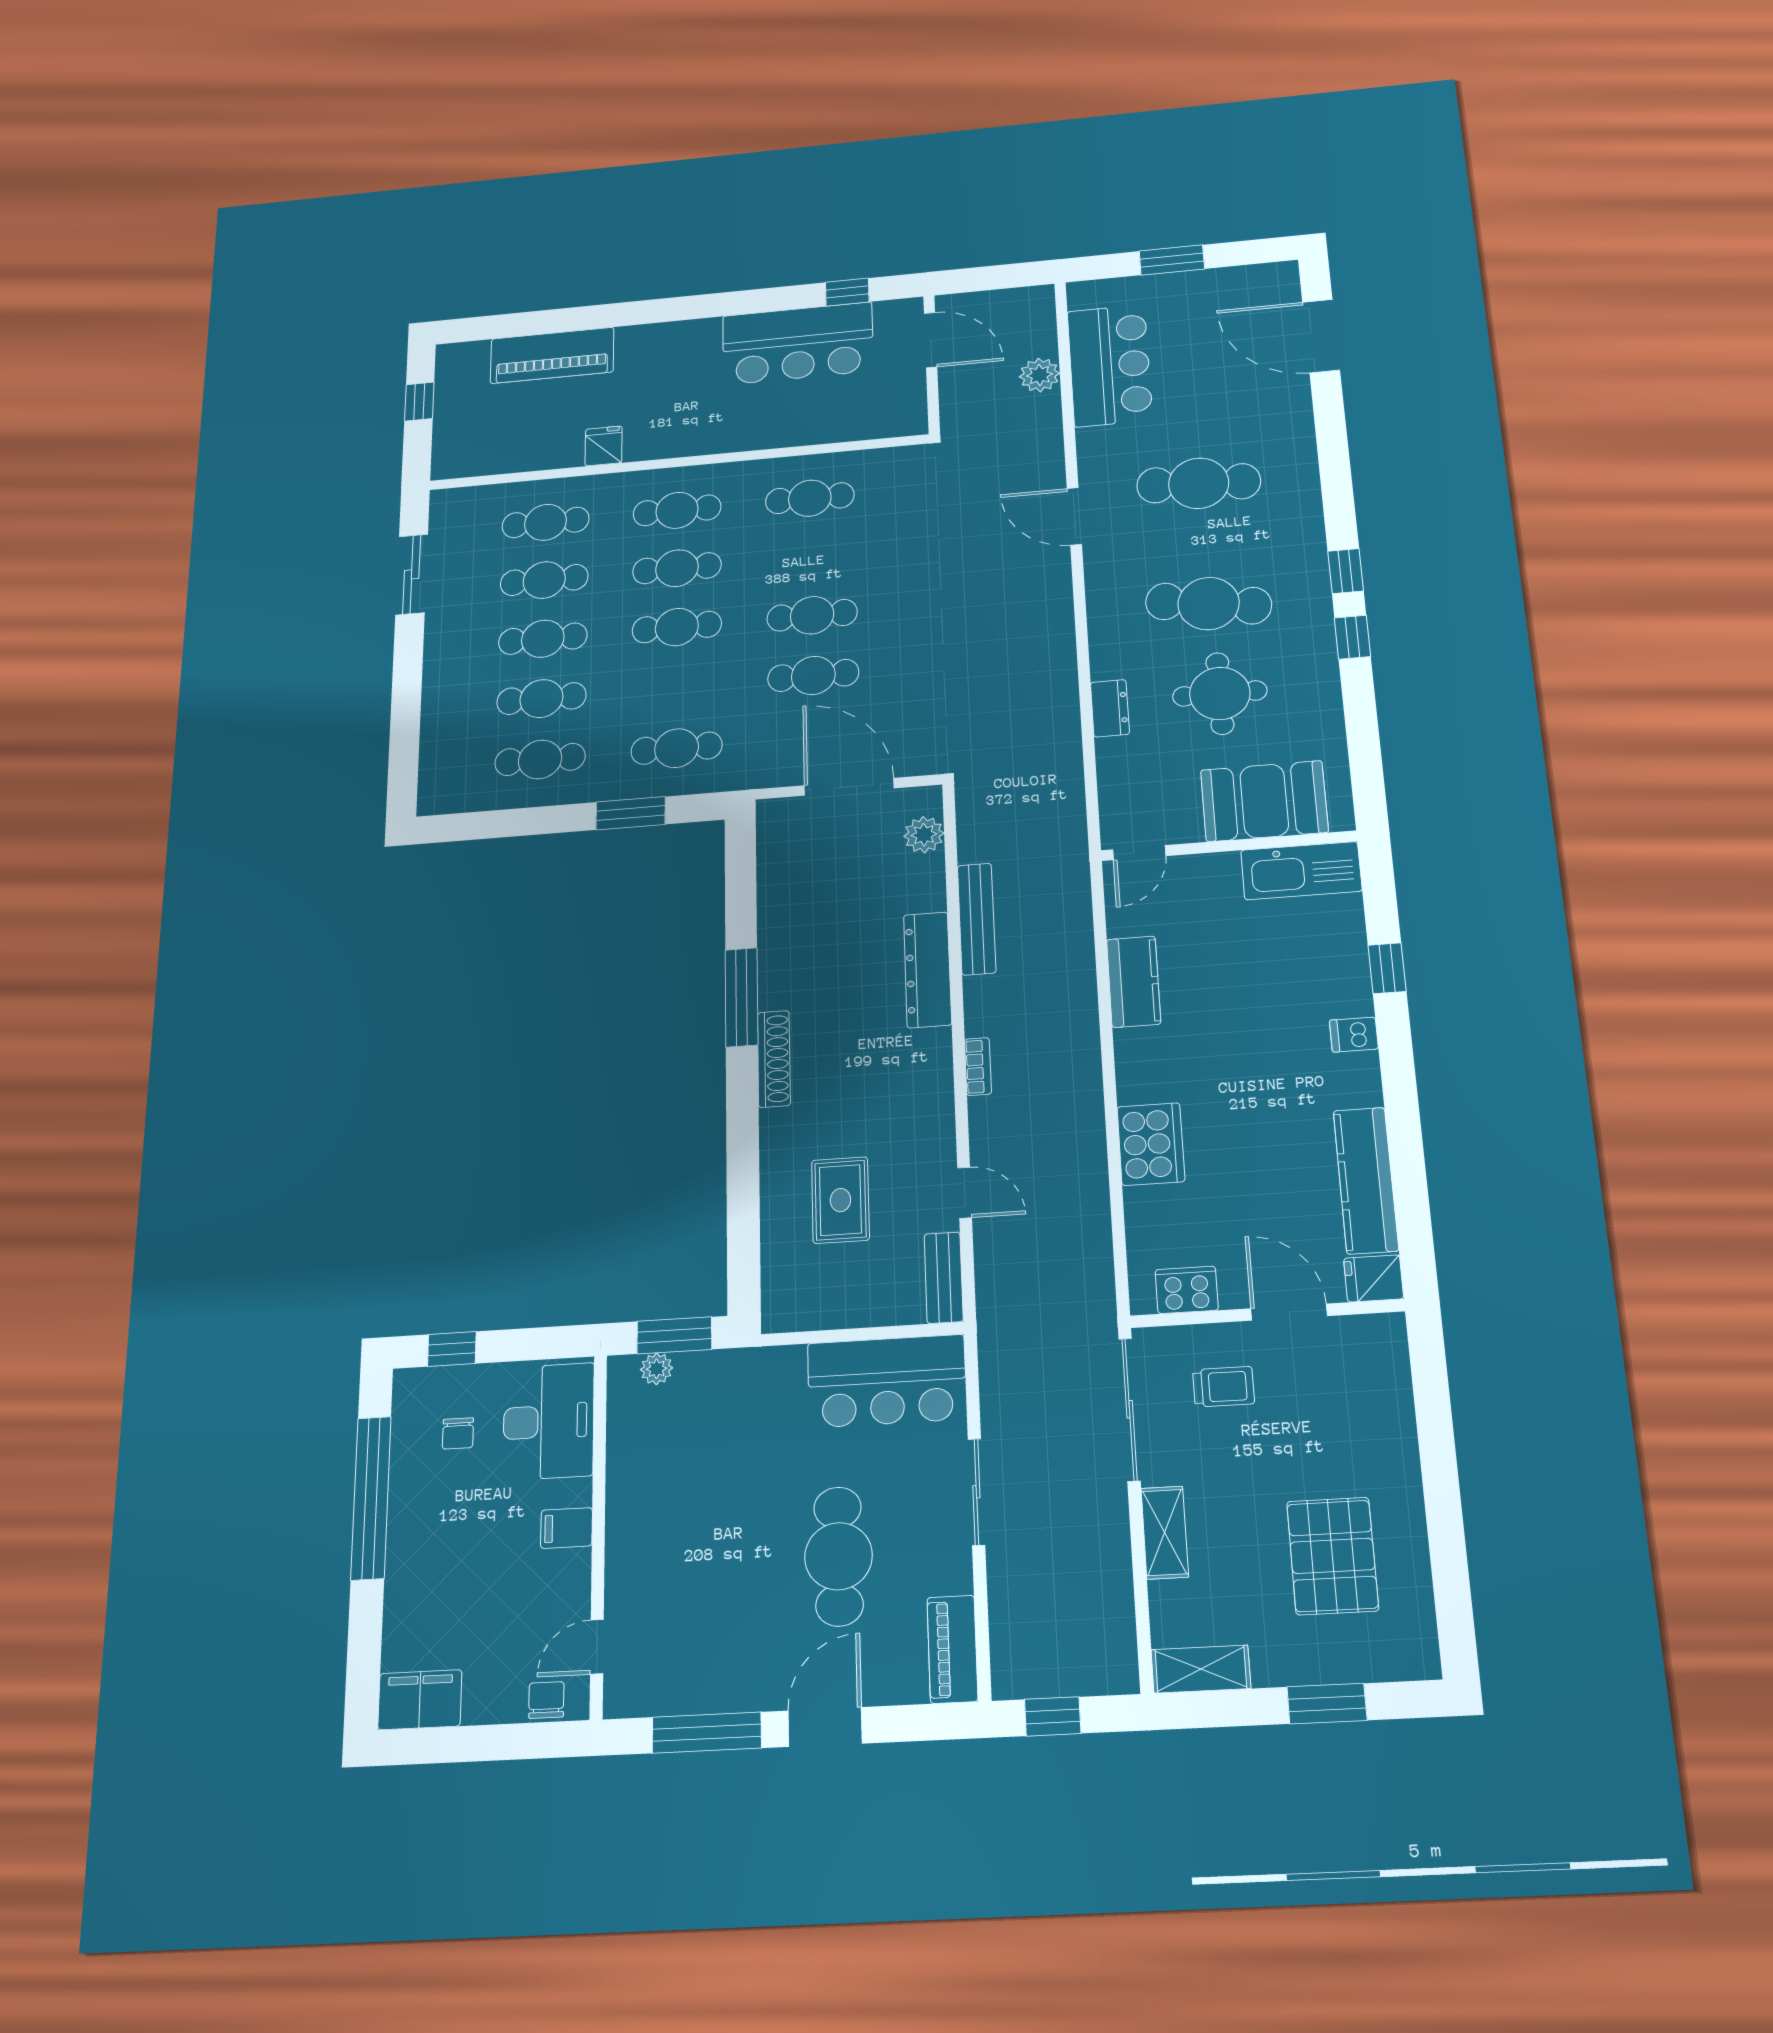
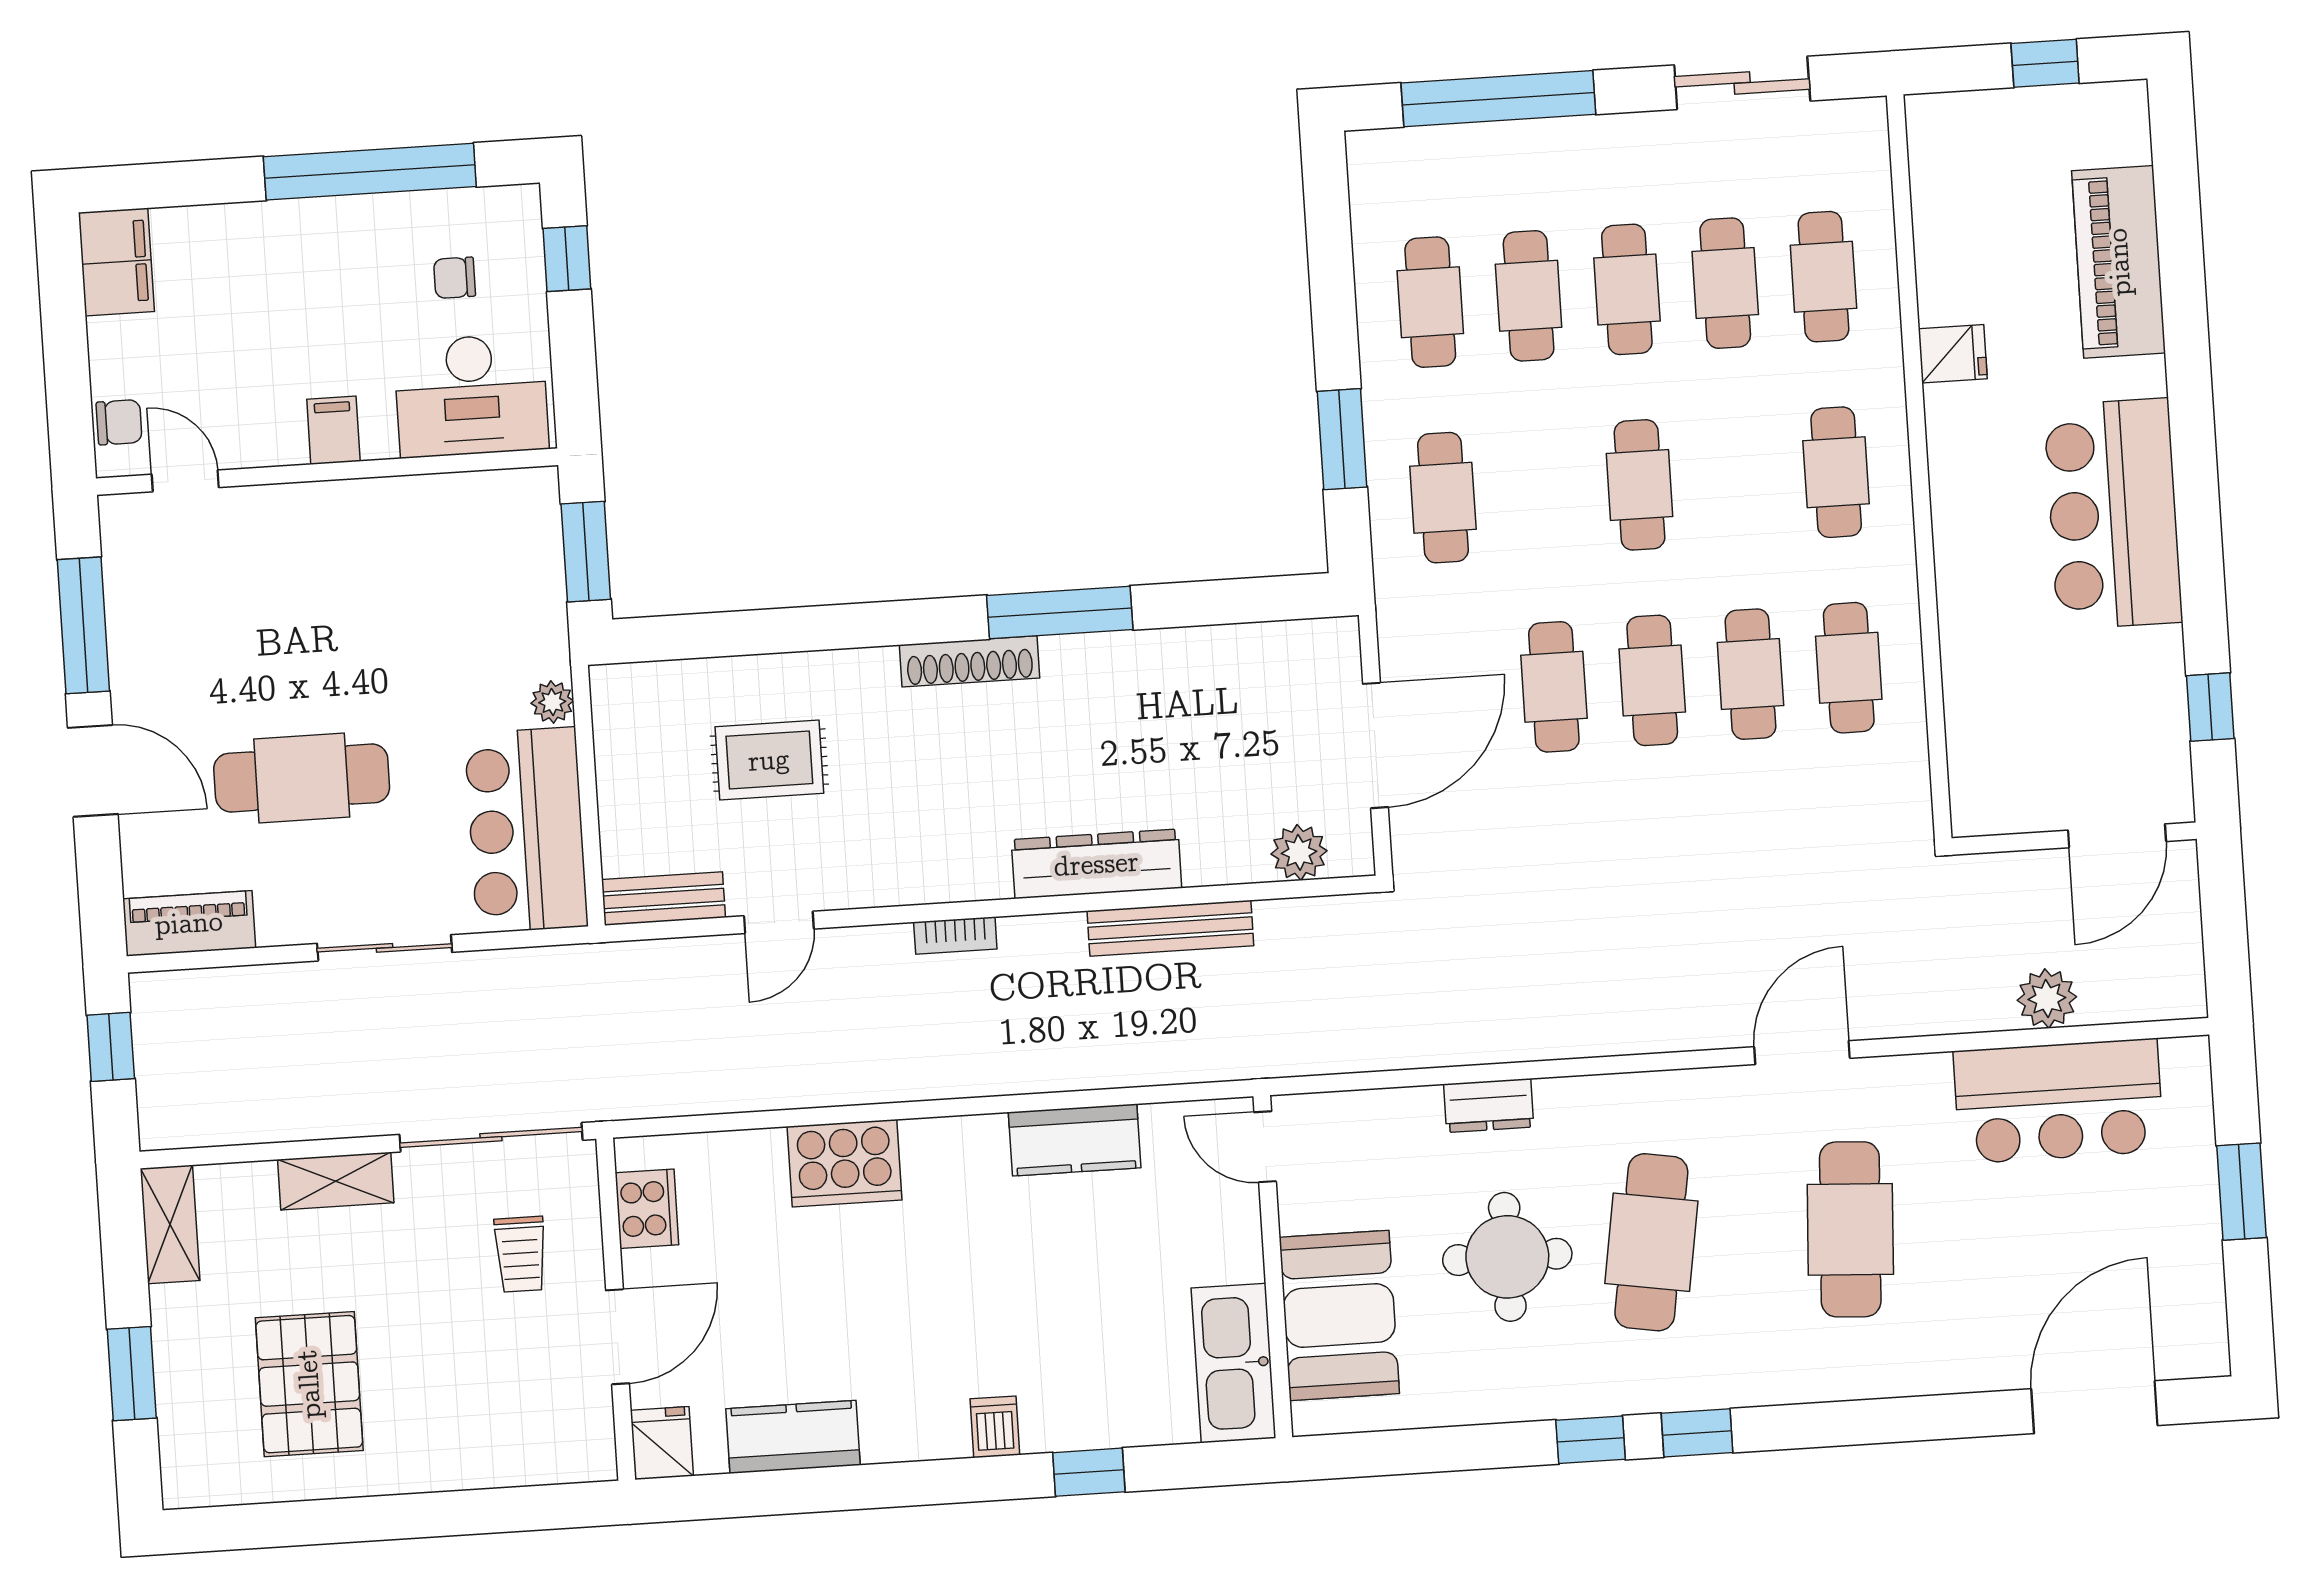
bar counter: (798, 343) -> (2113, 514), moved
cafe table: (677, 568) -> (1750, 674), moved
window: (405, 721) -> (1498, 99), added
kitchen counter: (1366, 1180) -> (793, 1437), width x0.67
plant: (657, 1369) -> (552, 702), moved
pallet: (1332, 1556) -> (309, 1384), turned 90

